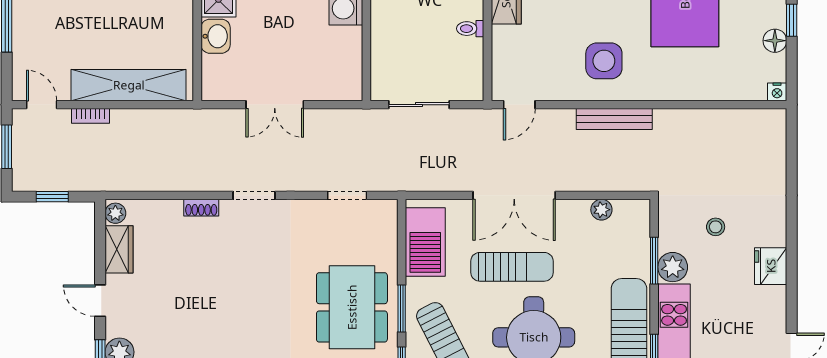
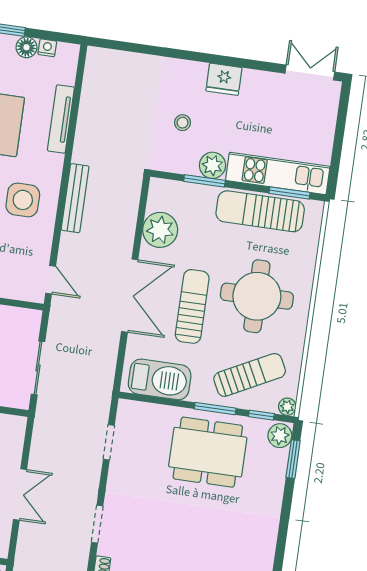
tv unit: (700, 91) -> (61, 119), added
nightstand: (777, 92) -> (47, 48), moved, turned -90
plant: (601, 210) -> (160, 230), width x1.88, depth x1.88

